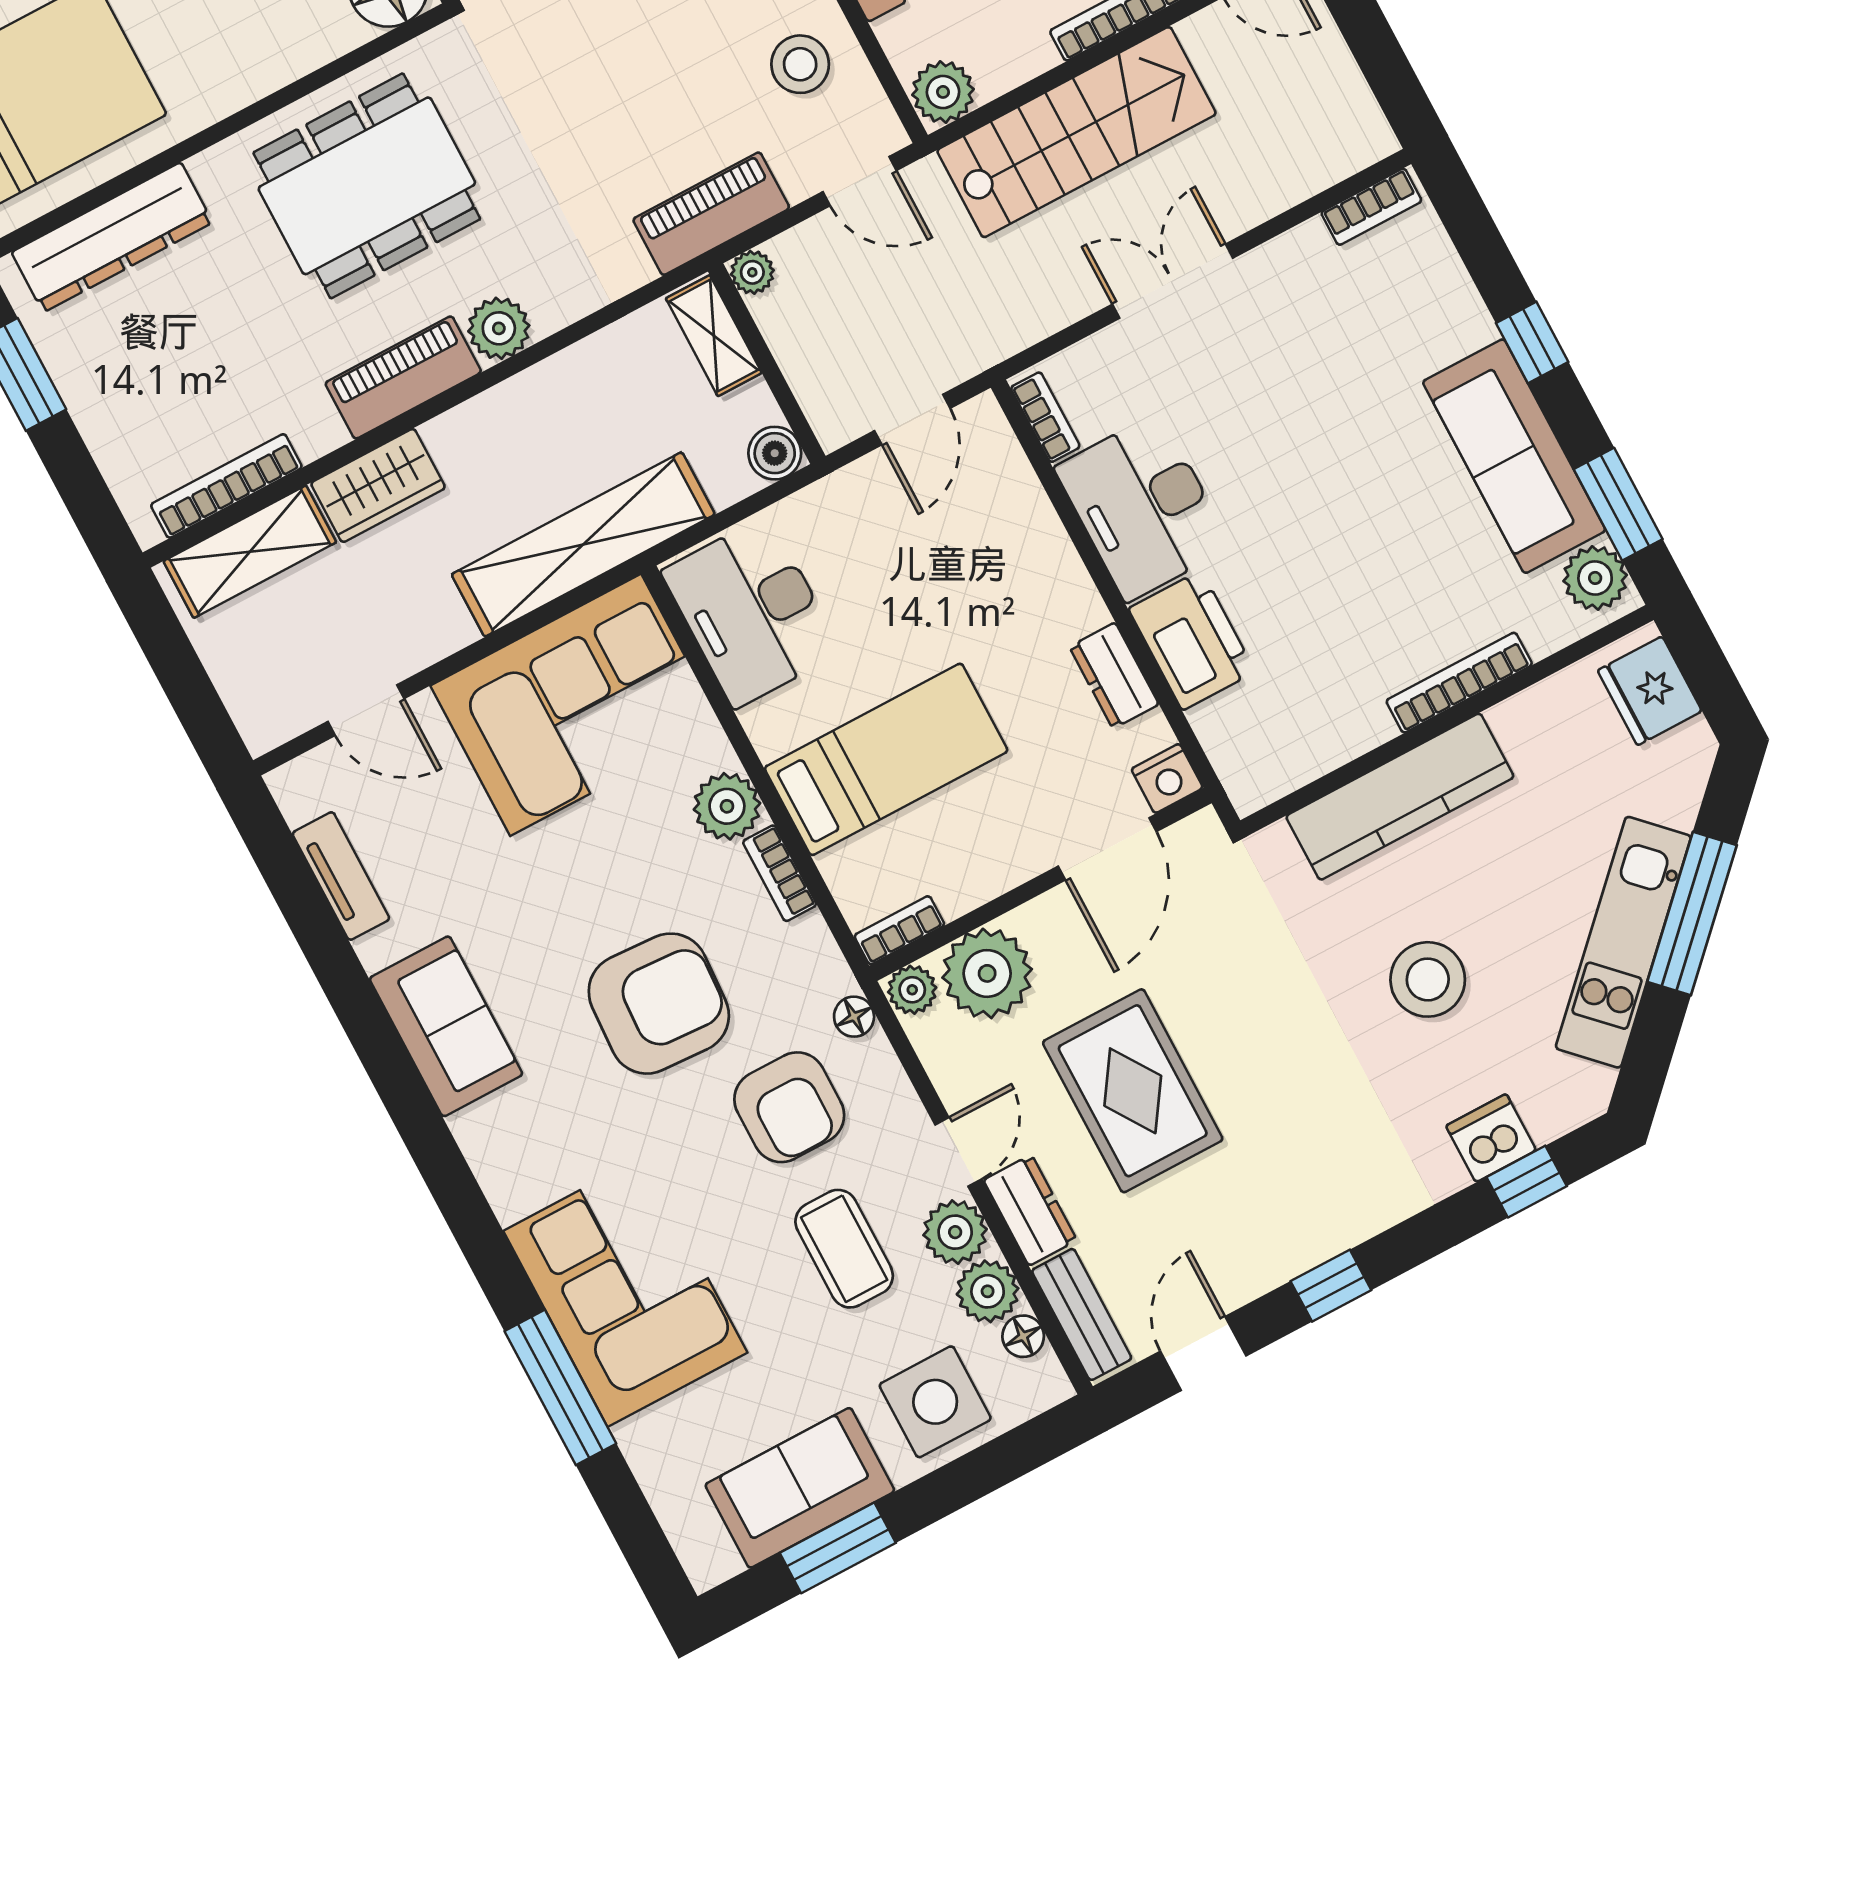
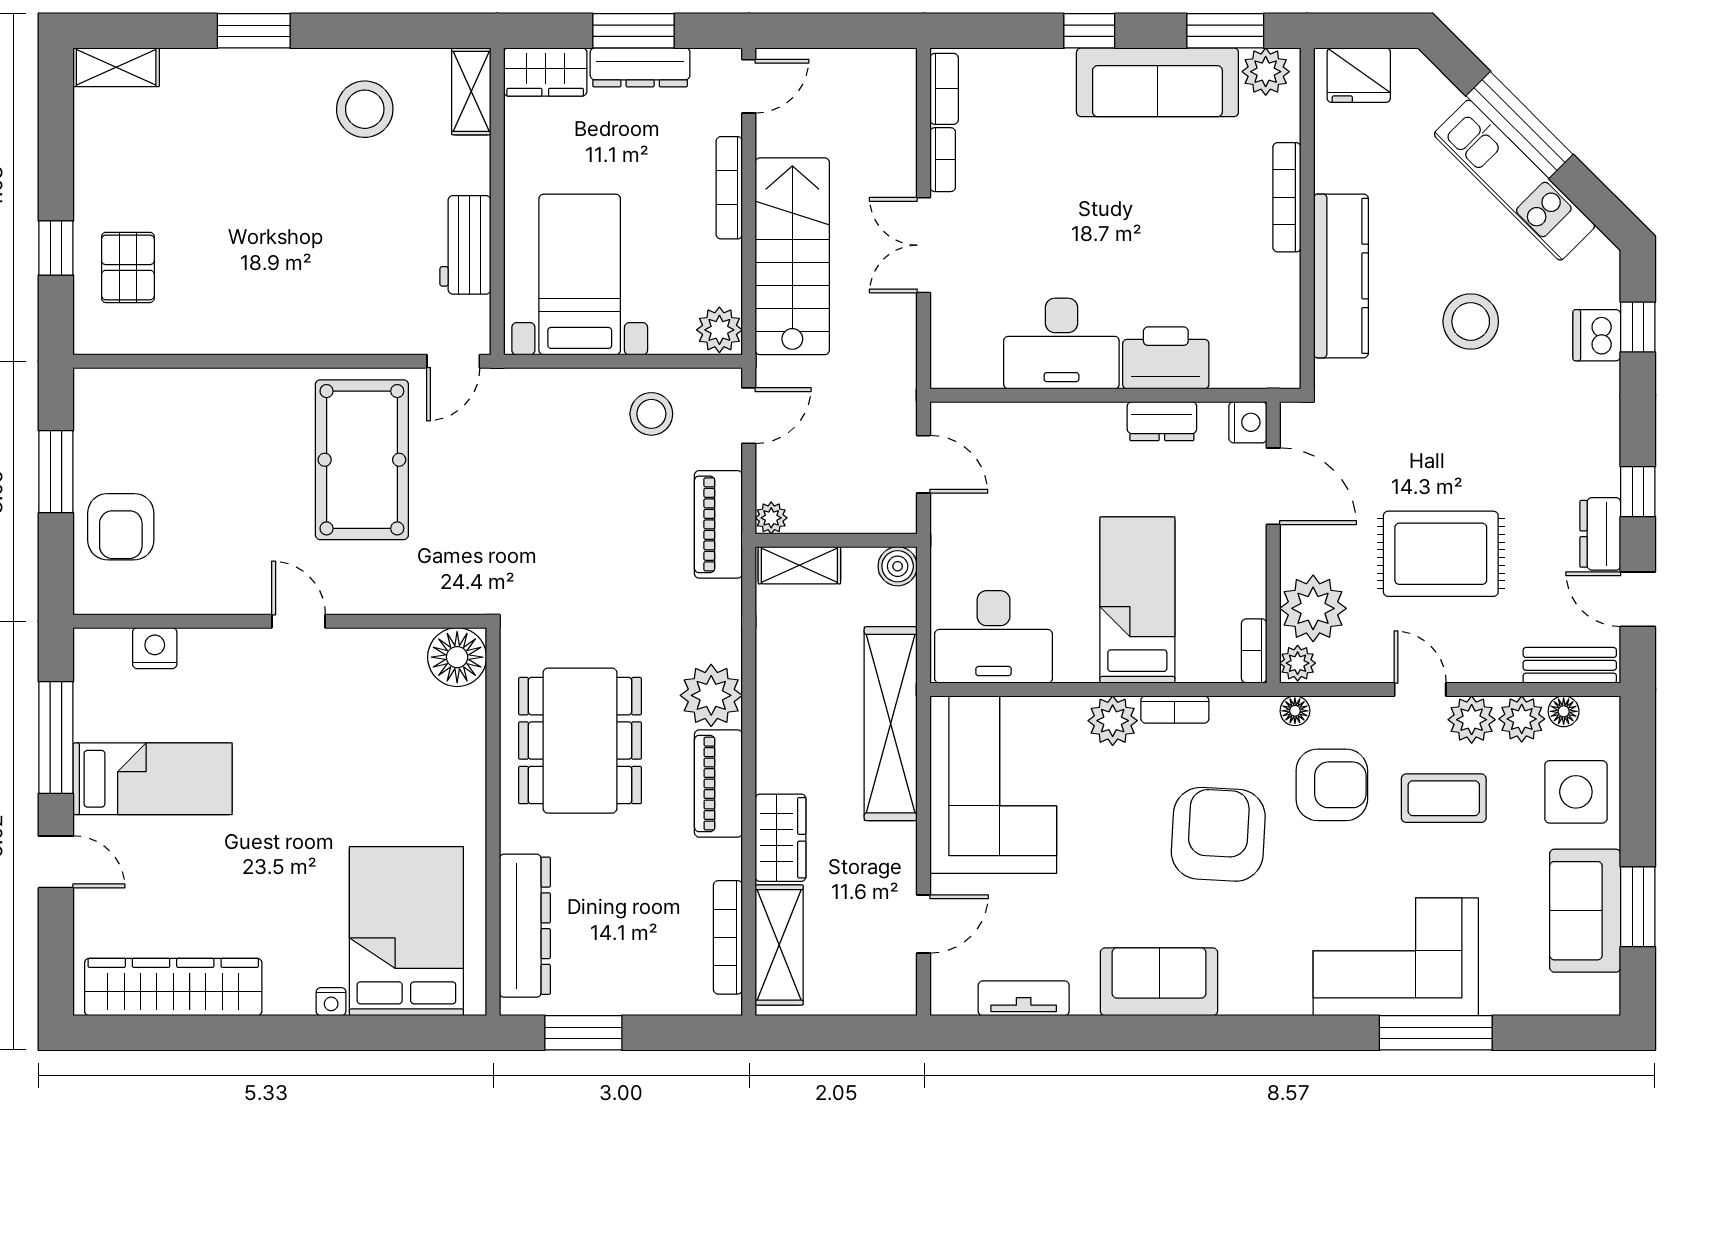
plant: (499, 328) -> (711, 695), width x1.36, depth x1.36
bookcase: (1045, 417) -> (943, 160), moved, turned 90
dresser: (1030, 1210) -> (1600, 534), moved, turned -90

